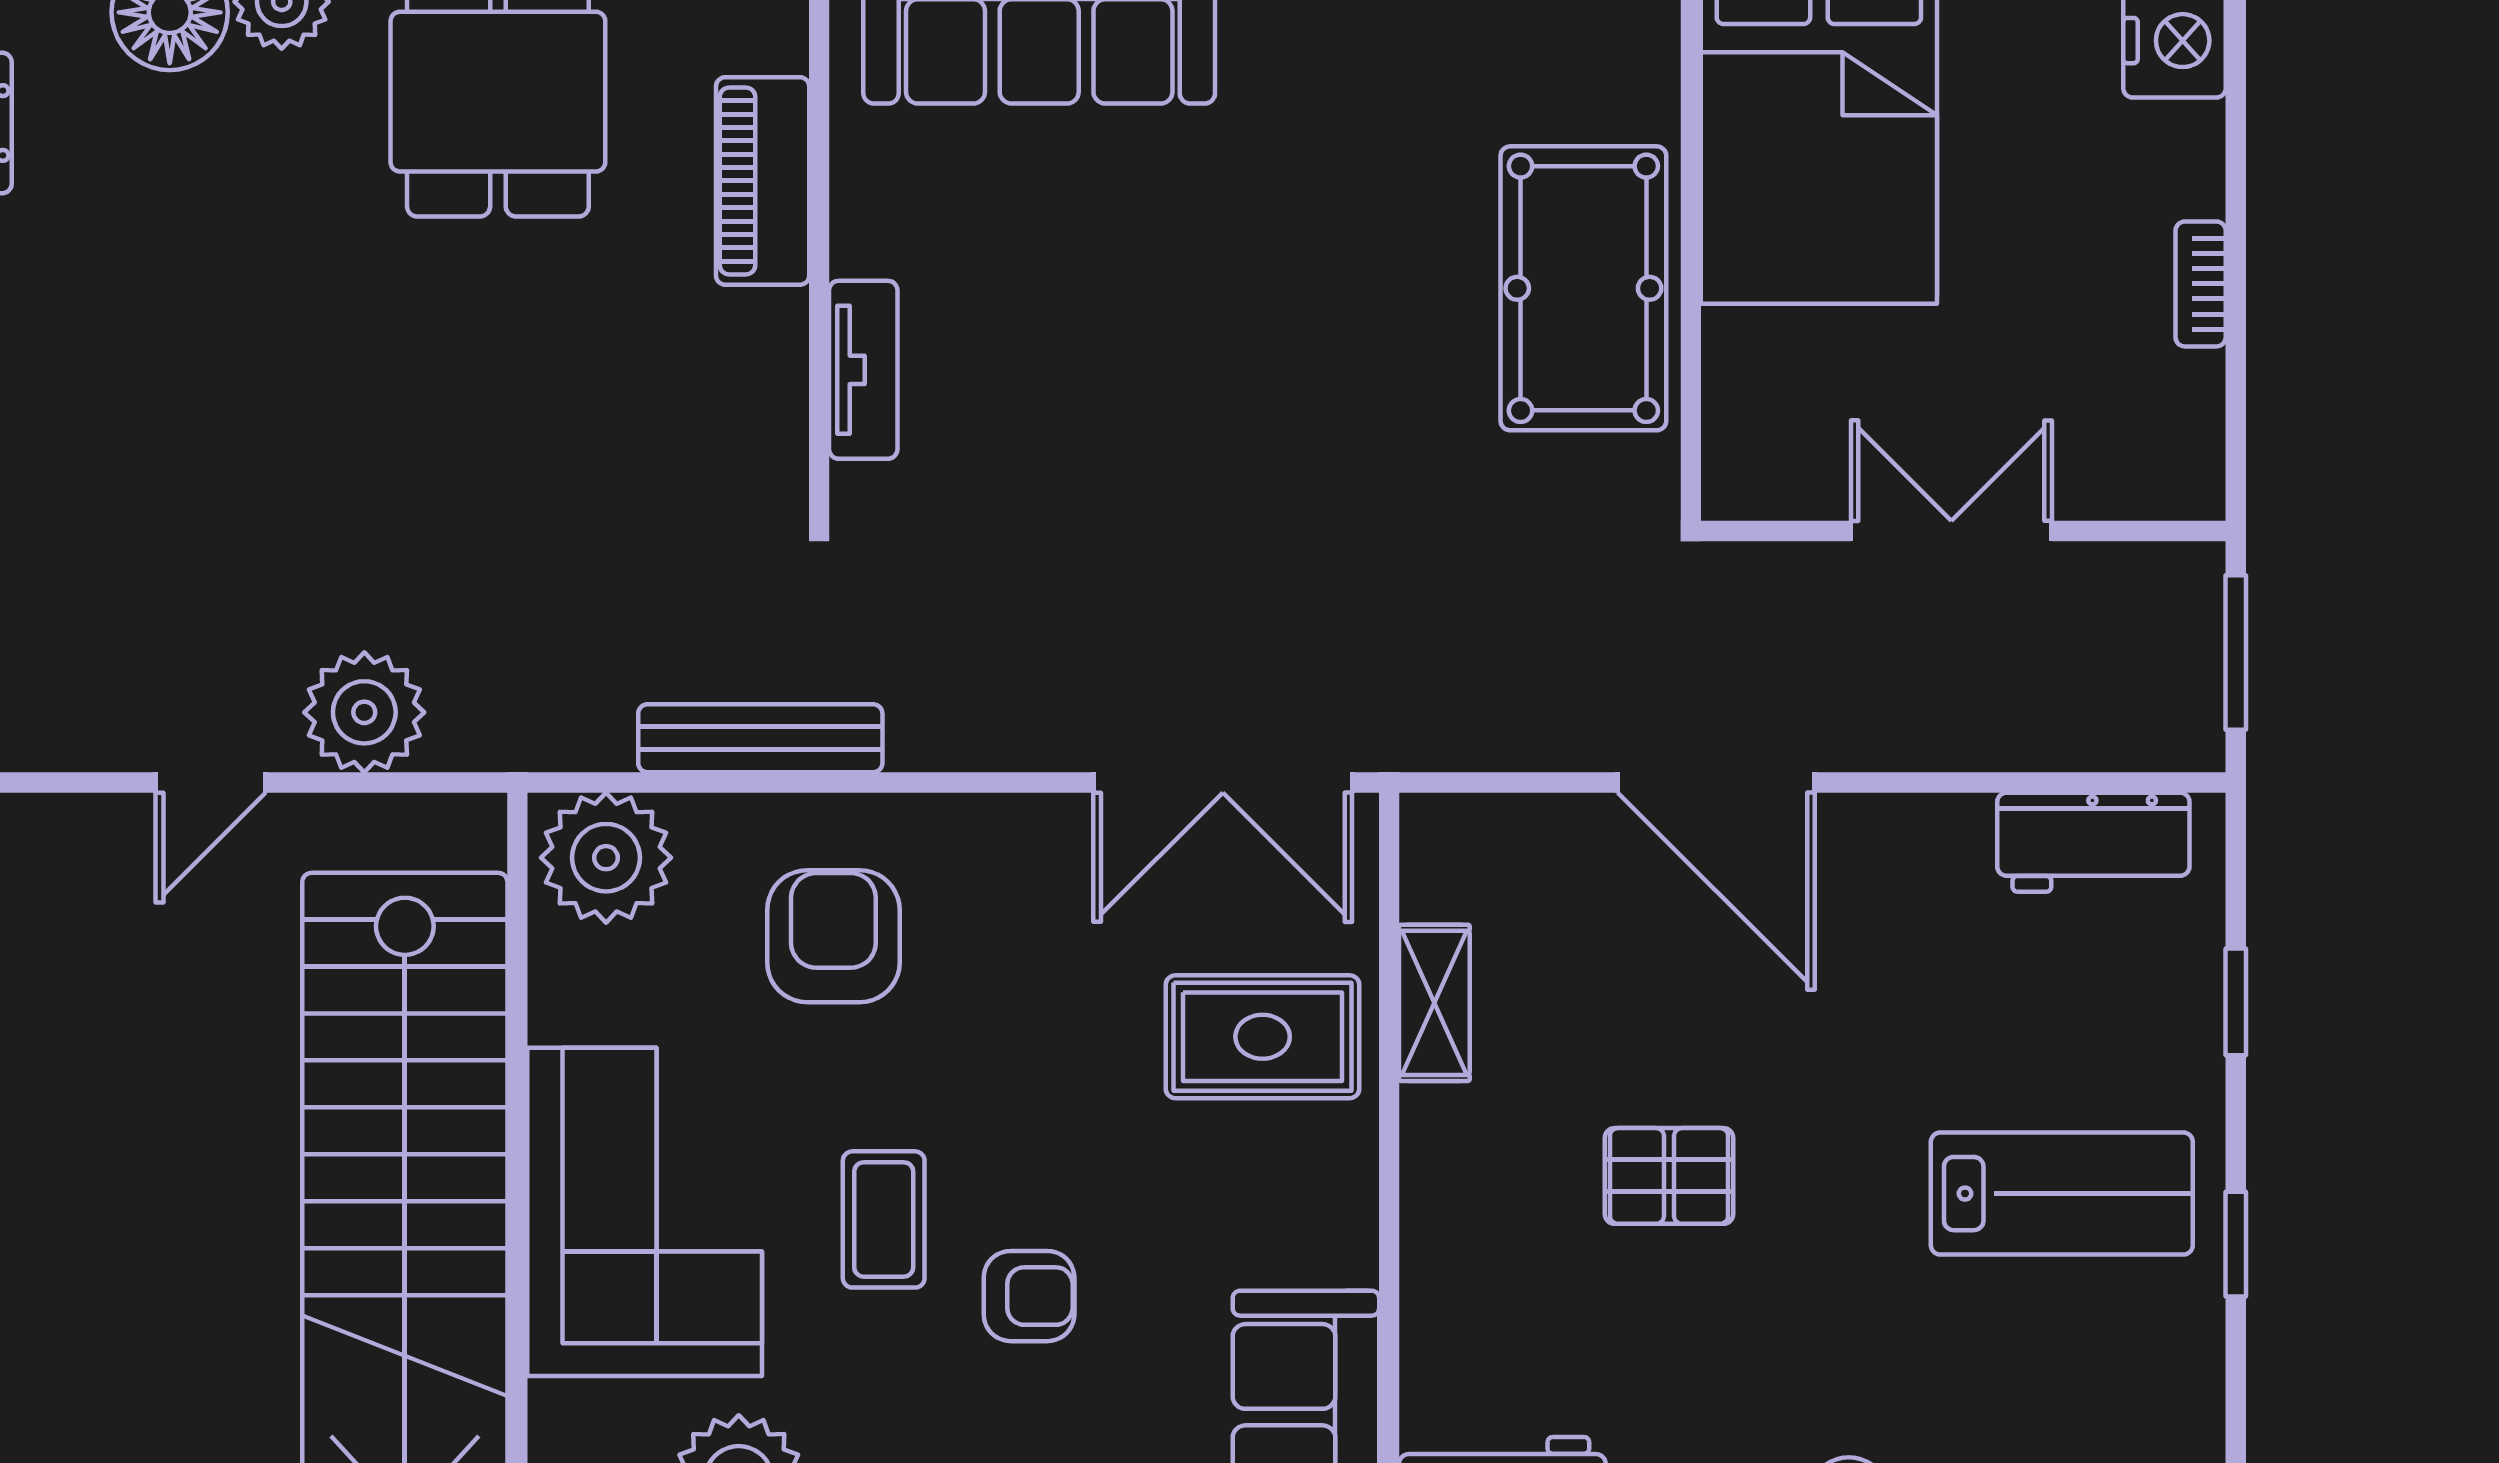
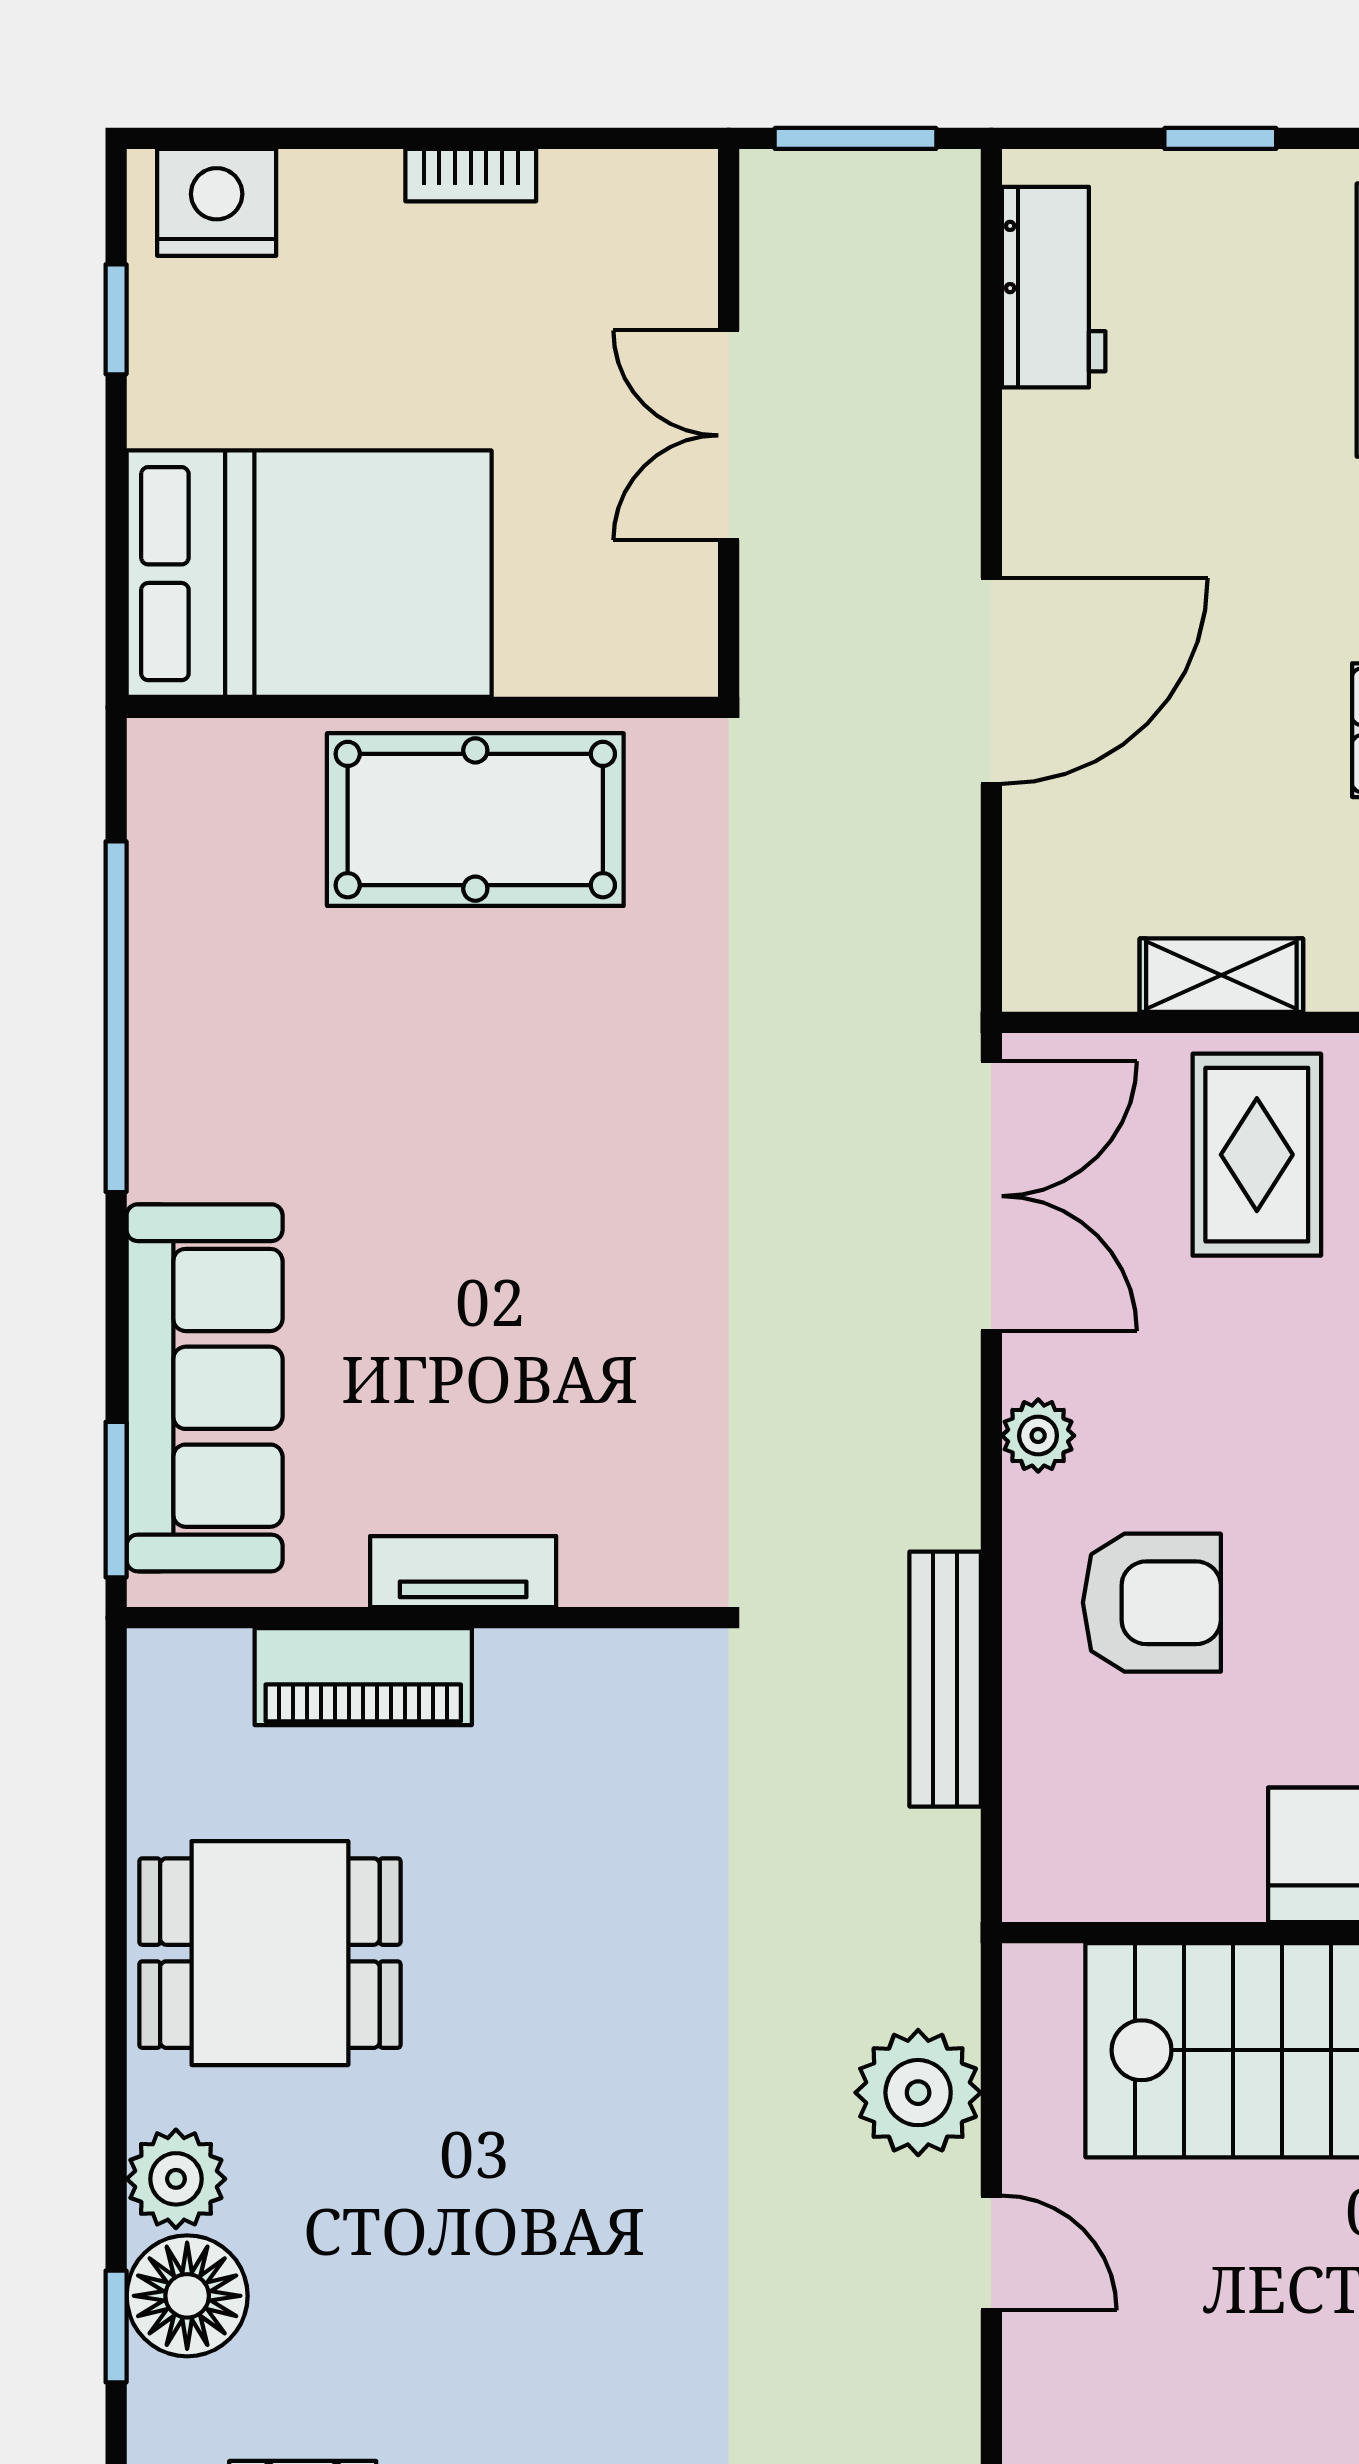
tv unit: (863, 370) -> (463, 1572), moved
plant: (606, 858) -> (1038, 1436), moved, width x0.53, depth x0.53
armchair: (833, 936) -> (1152, 1603), turned 180

